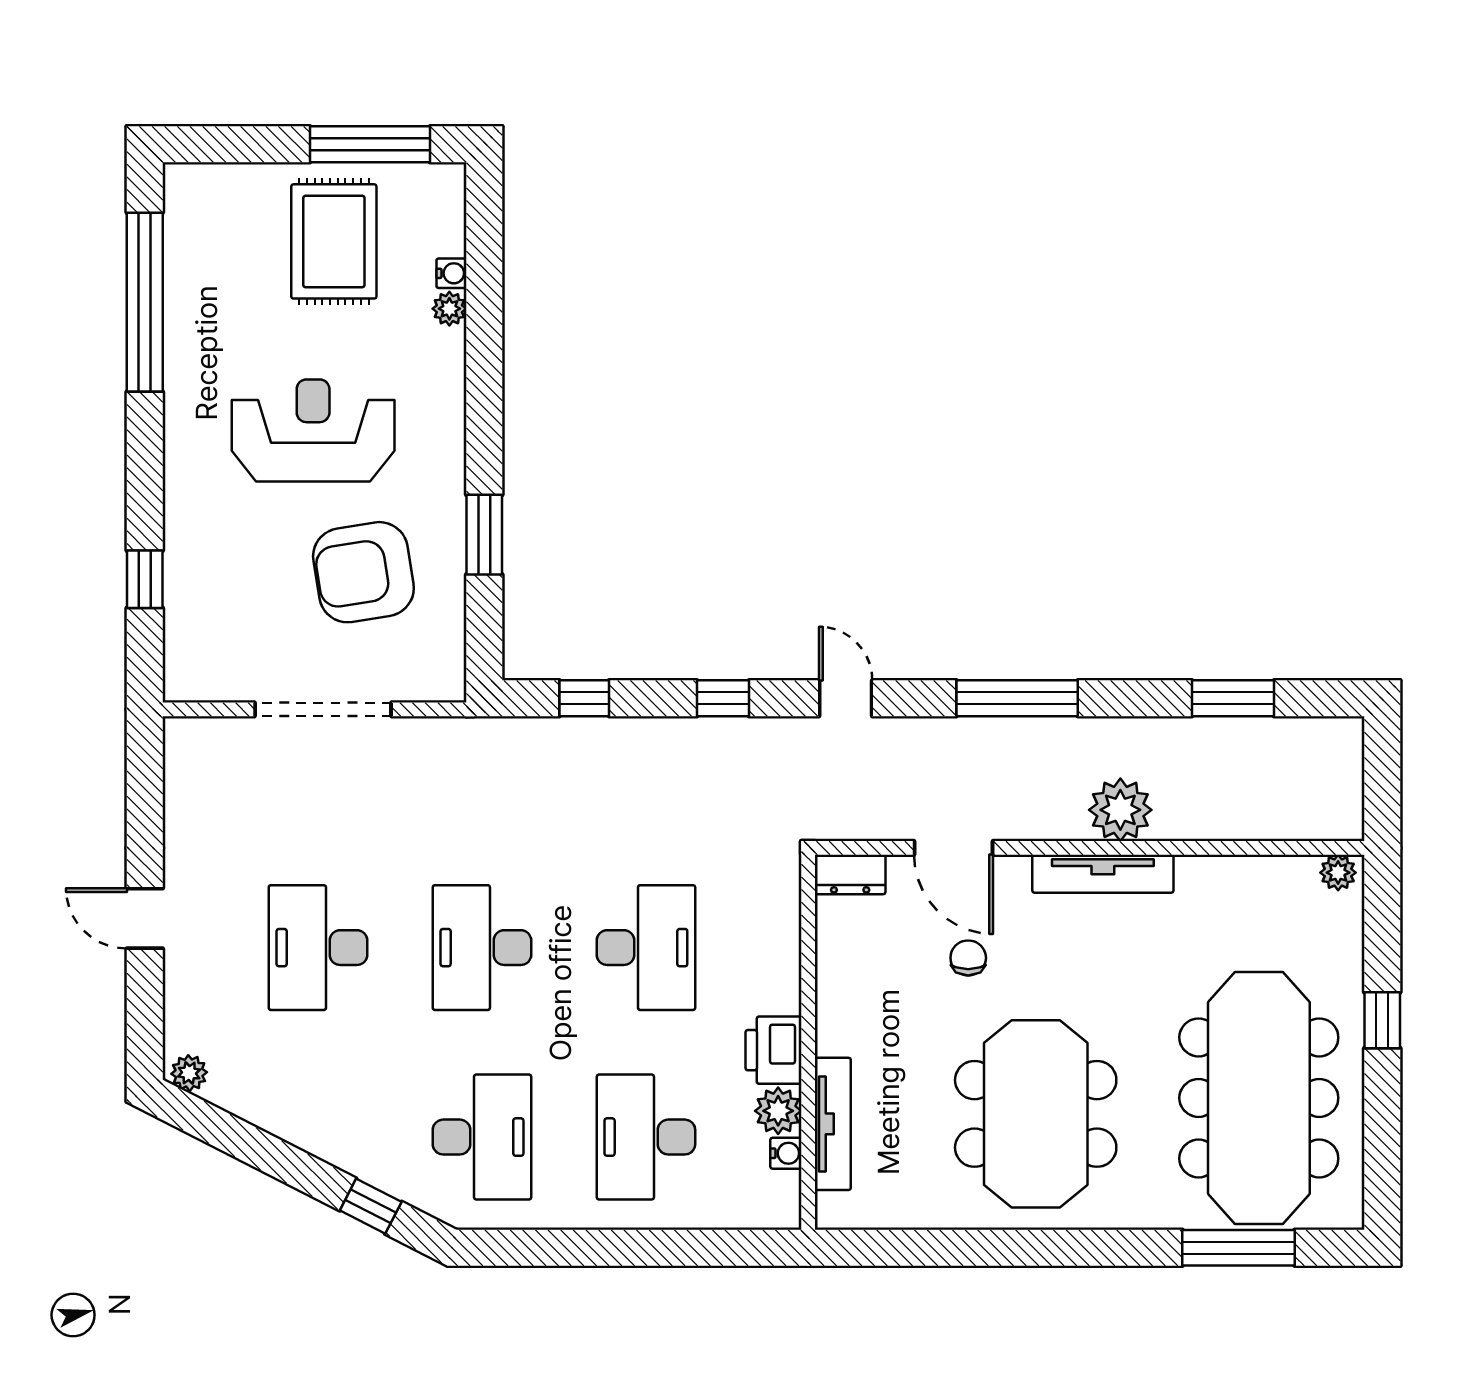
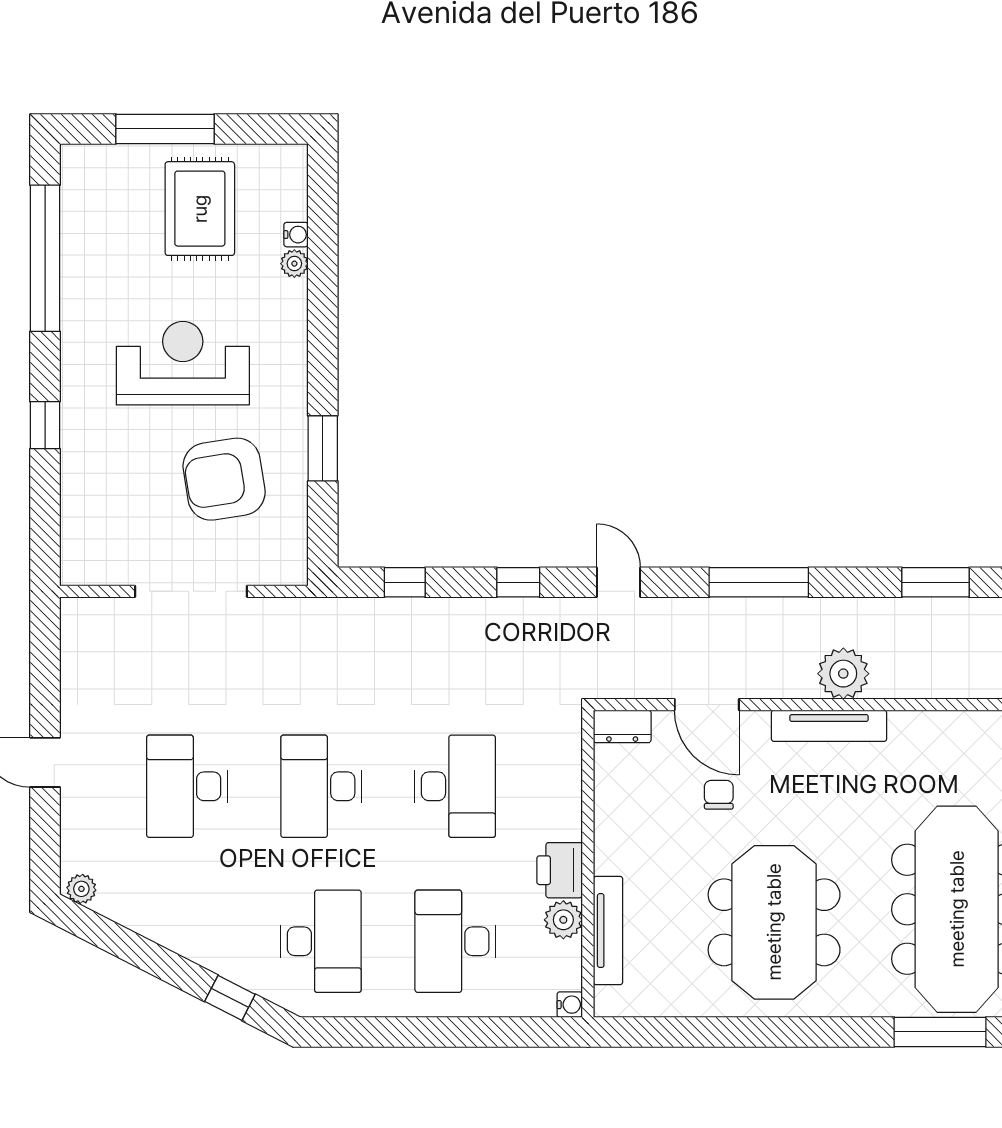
window: (370, 144) -> (165, 129), moved
window: (145, 579) -> (45, 425), moved
water cooler: (786, 1153) -> (570, 1005), moved

